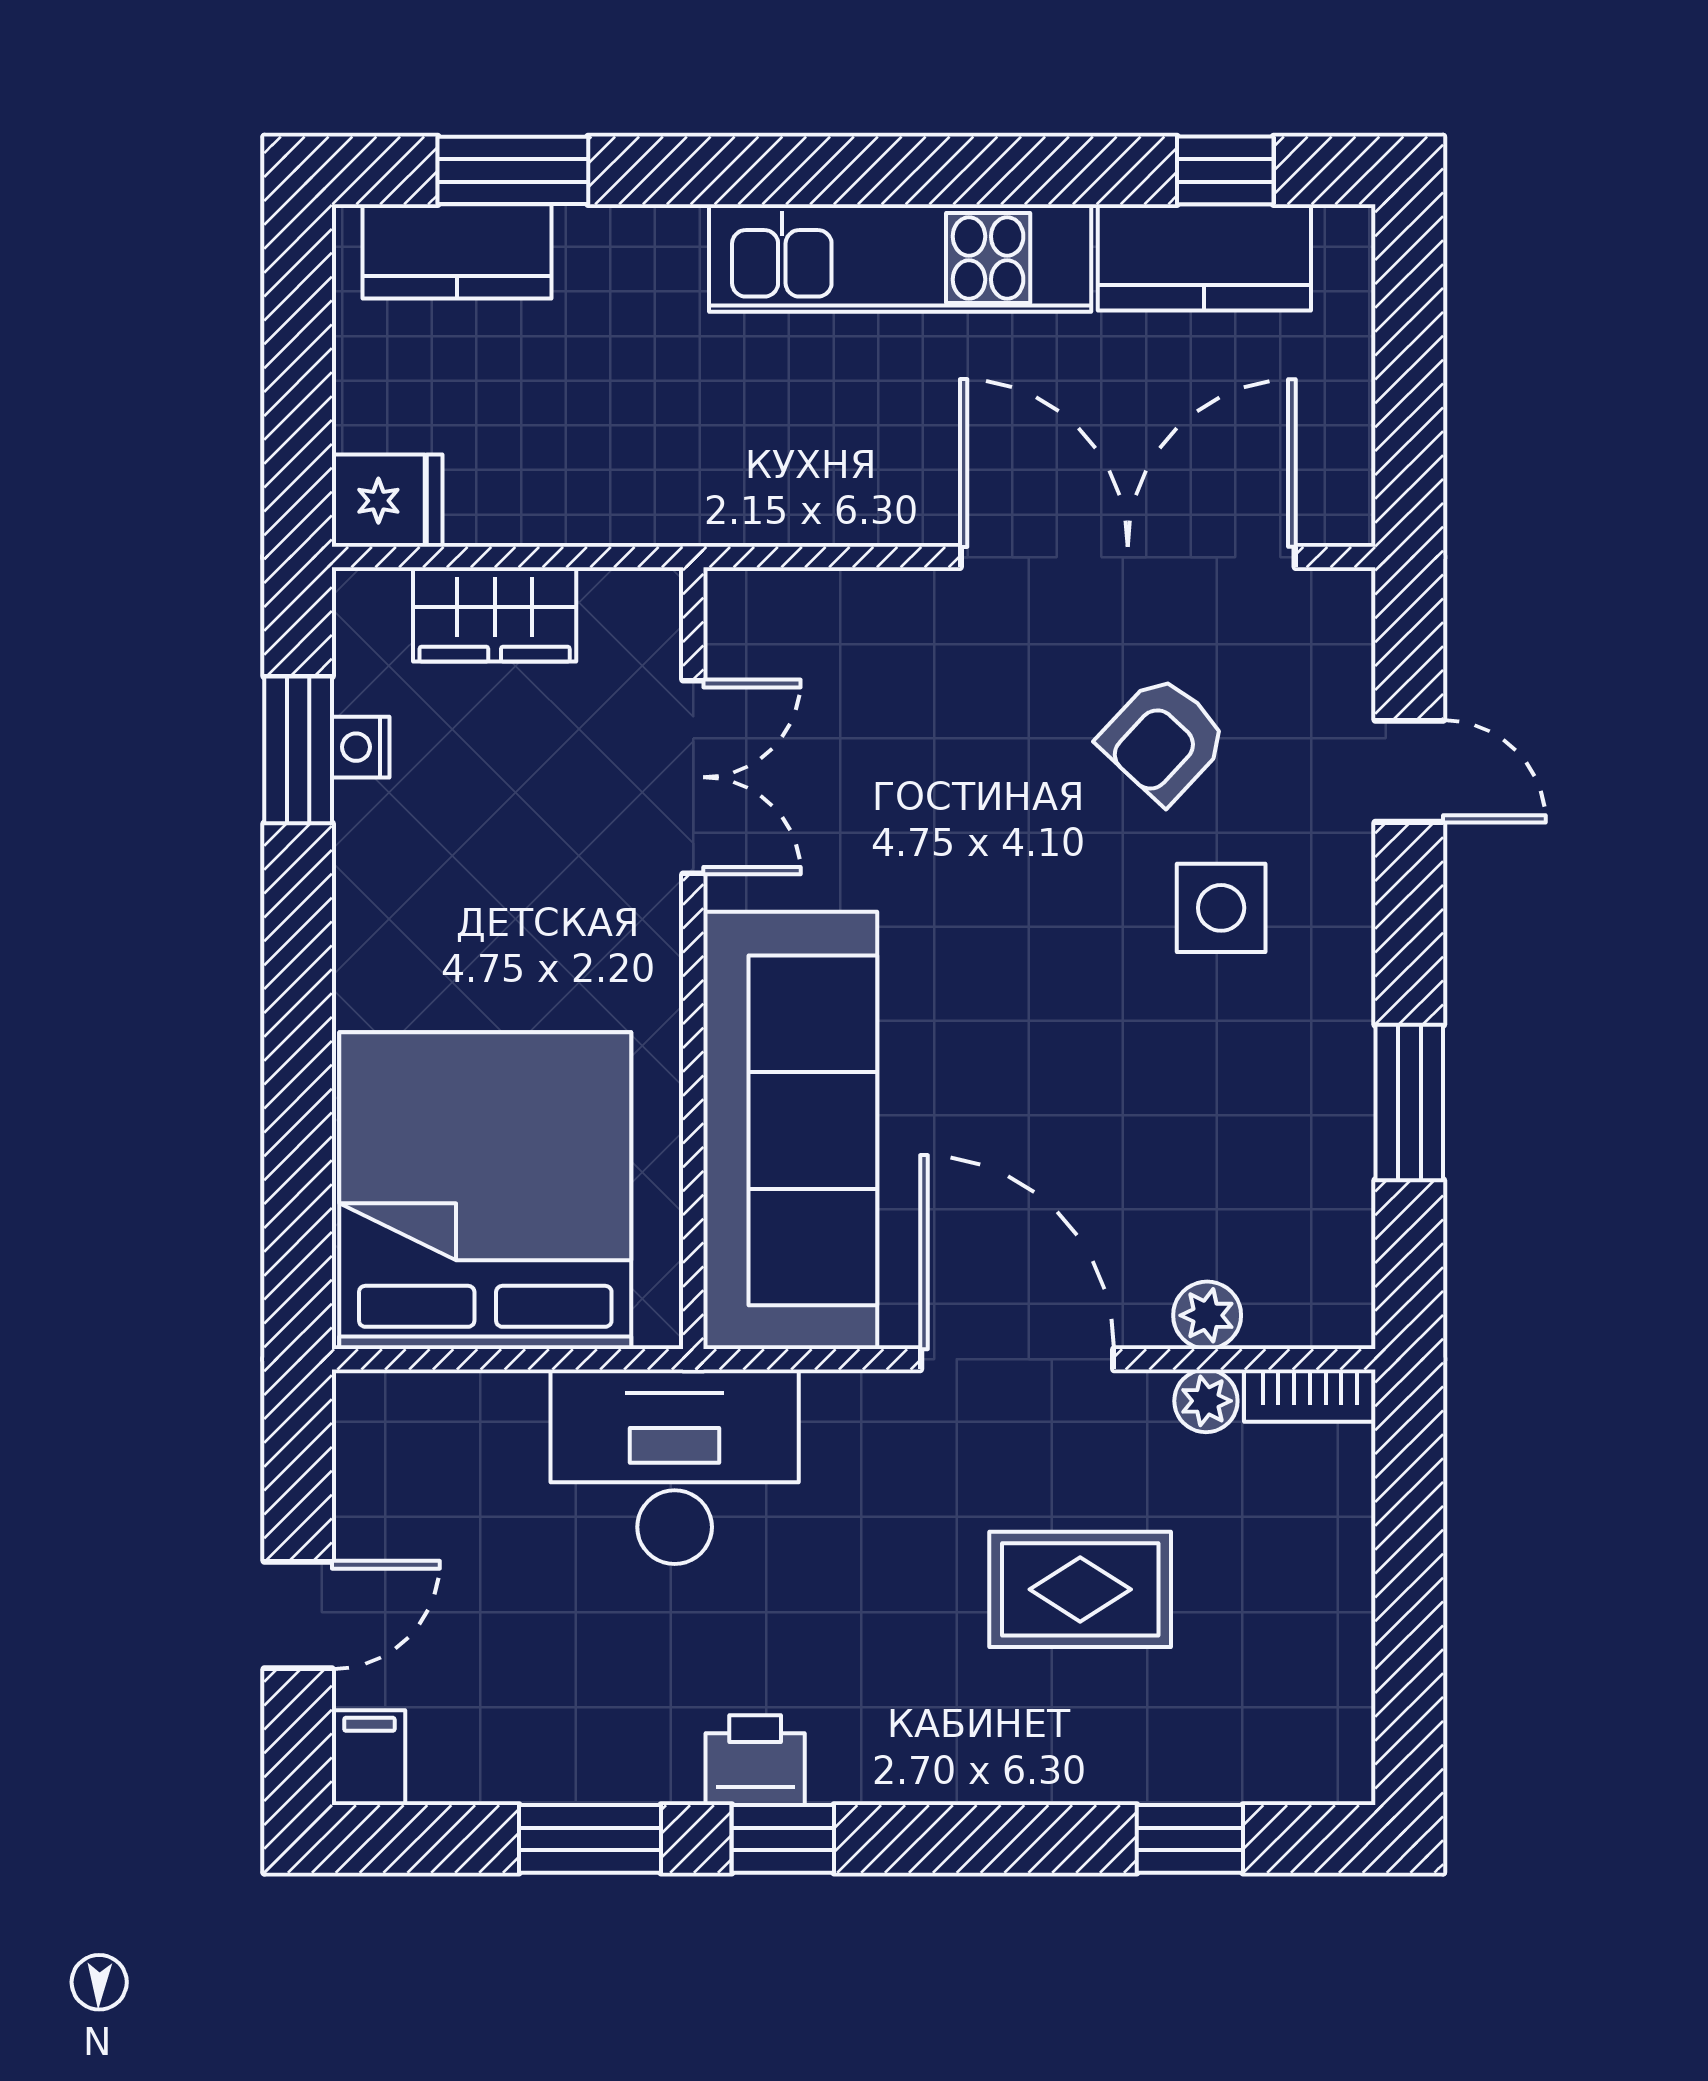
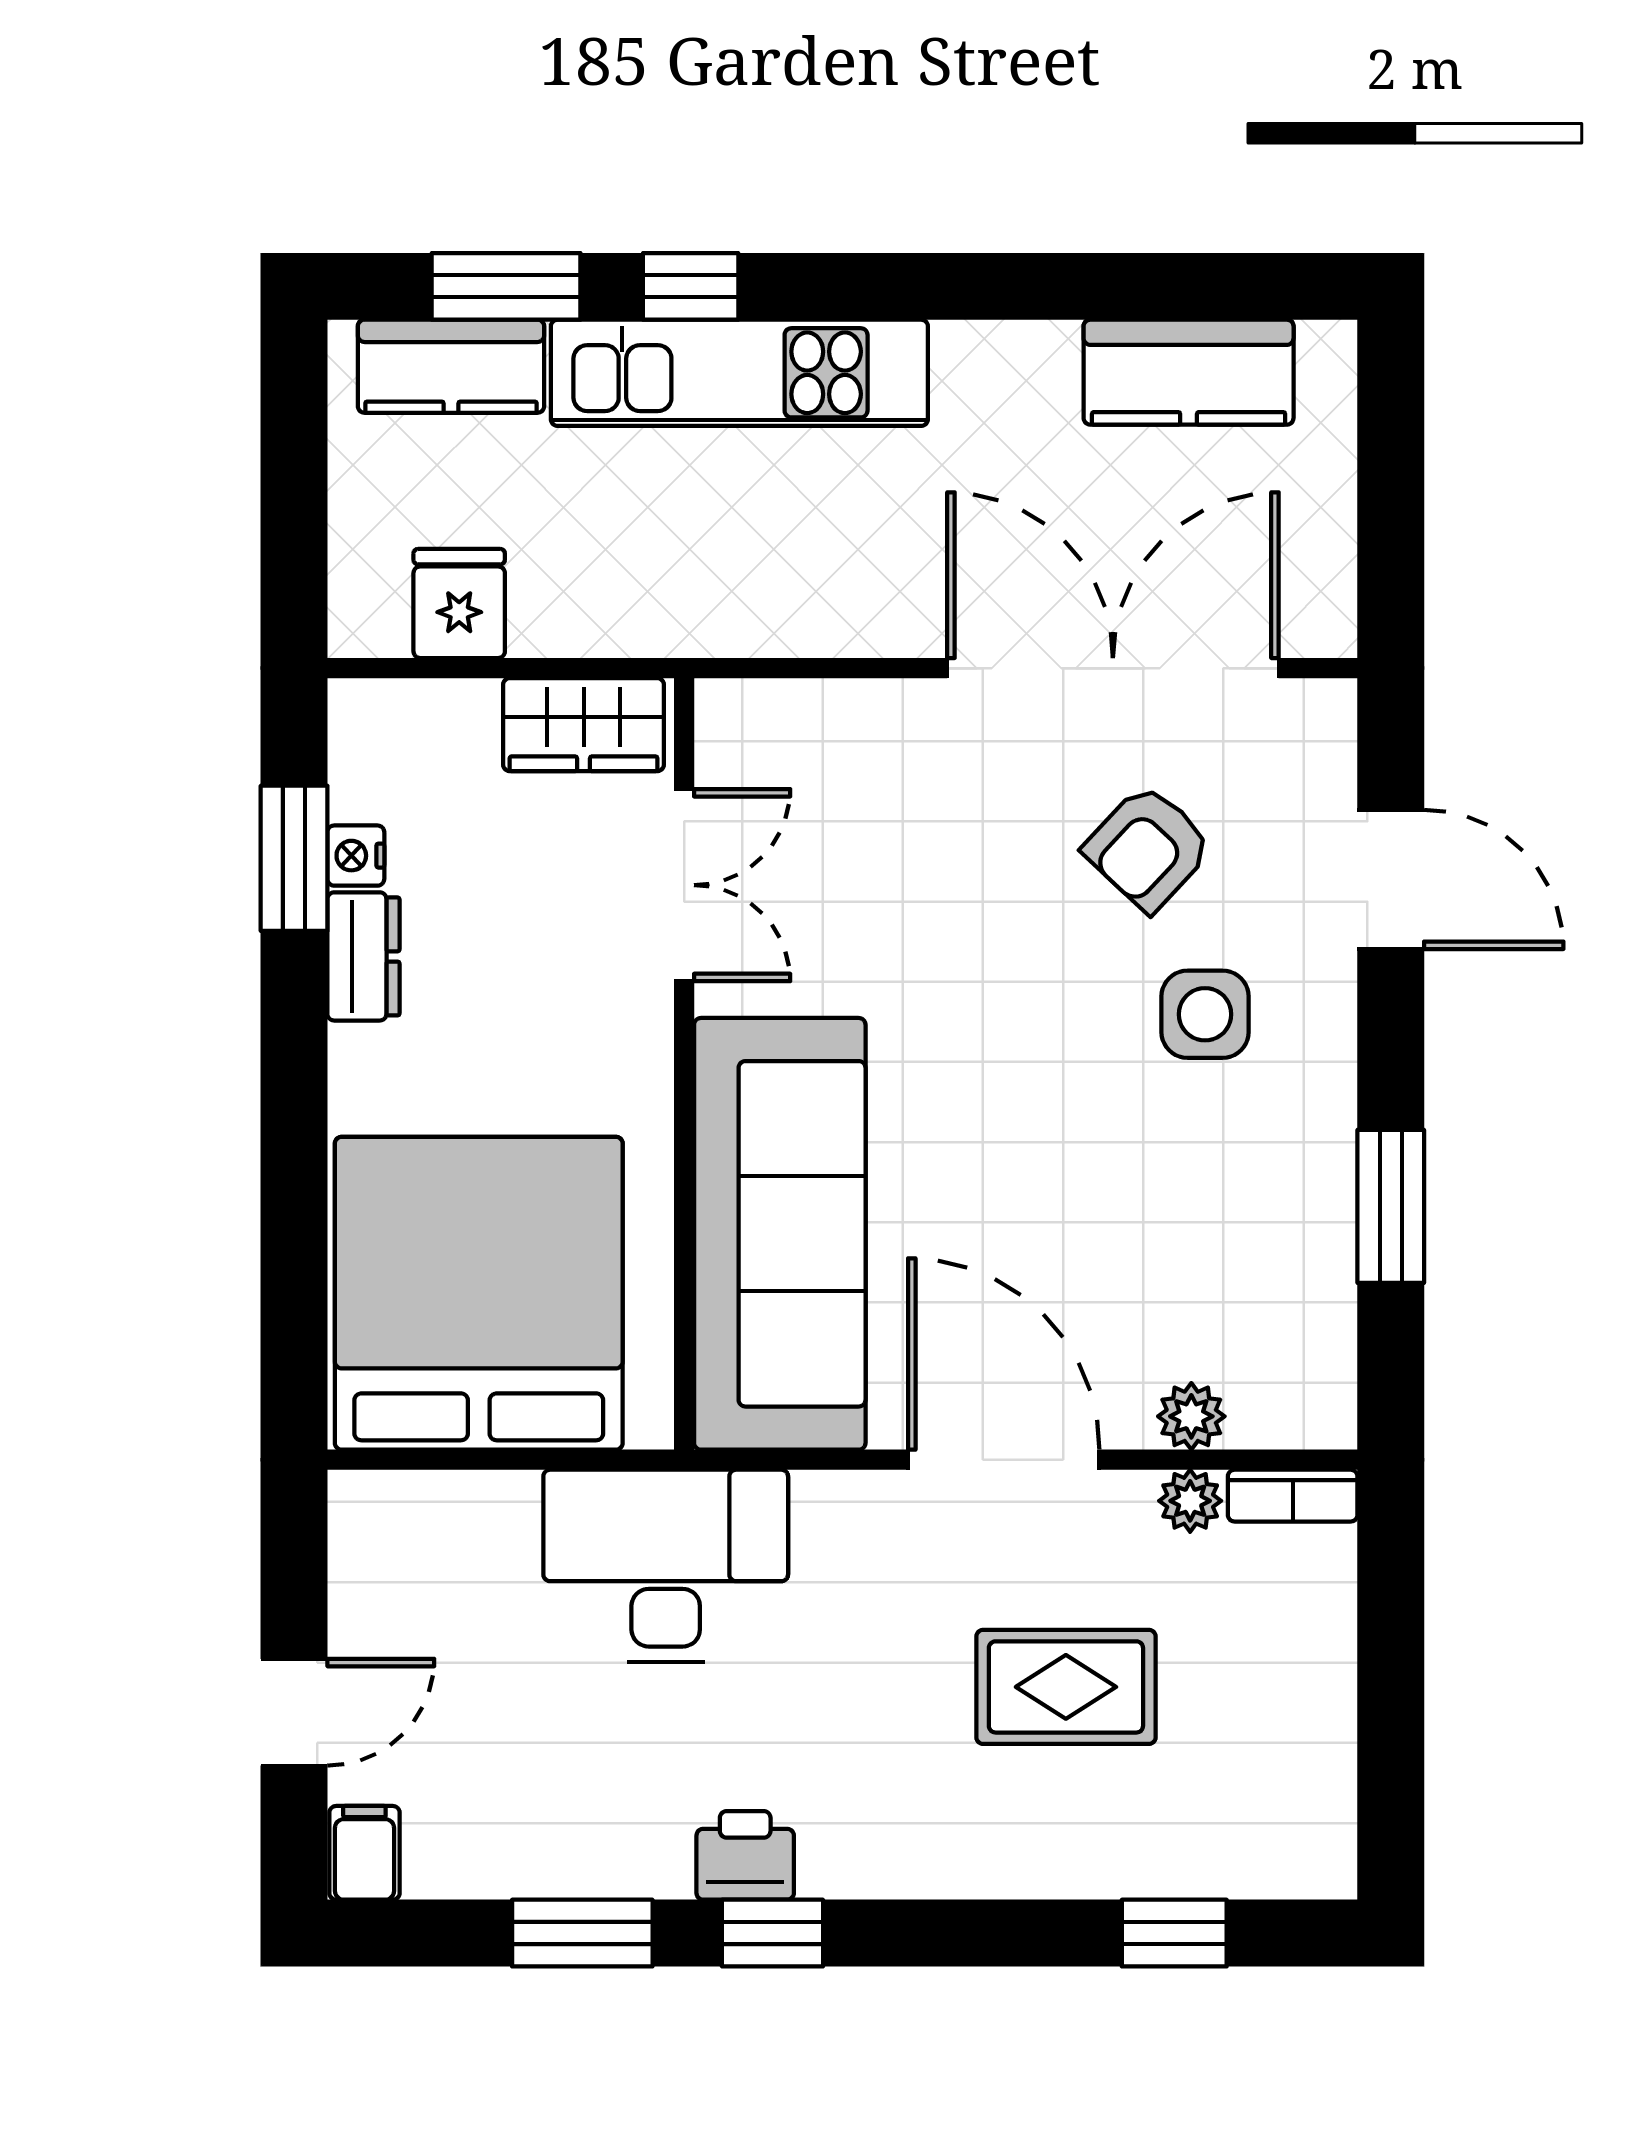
window: (1225, 170) -> (691, 286), moved
kitchen unit: (900, 258) -> (739, 373), moved
fridge: (387, 501) -> (459, 604), moved, turned -90
wardrobe: (495, 614) -> (584, 725), moved
door: (1409, 771) -> (1391, 879), width x1.37
dresser: (368, 849) -> (363, 956), added

